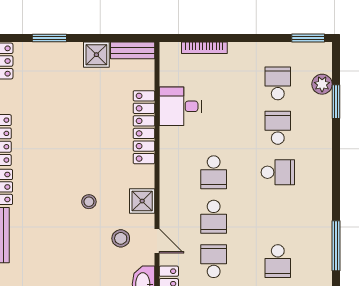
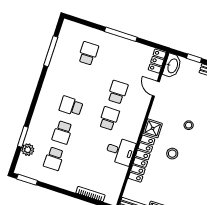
desk: (180, 106) -> (120, 151), moved
shower: (142, 201) -> (153, 128), moved
stool: (121, 238) -> (172, 154), moved
school desk: (214, 261) -> (126, 66), removed

